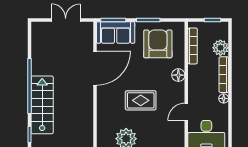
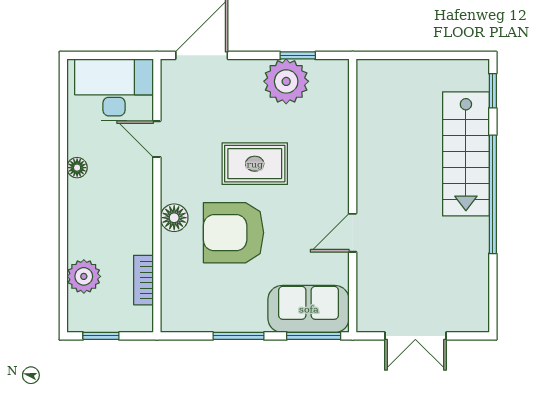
armchair: (158, 44) -> (234, 233), moved, turned 90
bookcase: (193, 46) -> (143, 280), width x0.64
door: (95, 68) -> (353, 233), width x0.53
bookcase: (224, 75) -> (77, 219), removed
door: (186, 112) -> (157, 139), swing flipped

